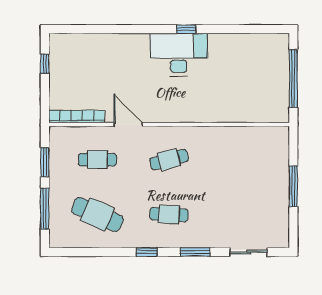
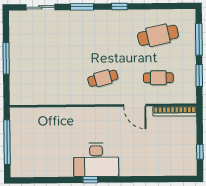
cafe table: (97, 214) -> (158, 35), turned -36
cafe table: (169, 214) -> (102, 36), removed

